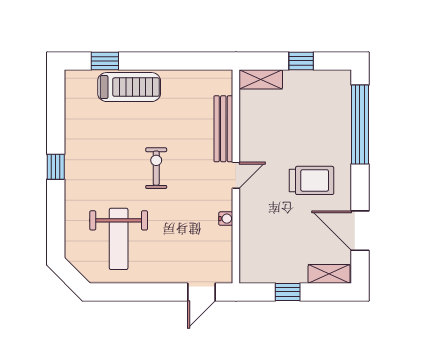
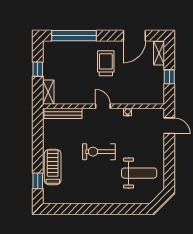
bench: (223, 129) -> (63, 113), moved
window: (56, 167) -> (98, 209), removed
exercise bike: (156, 168) -> (99, 152), width x1.38, depth x1.39

